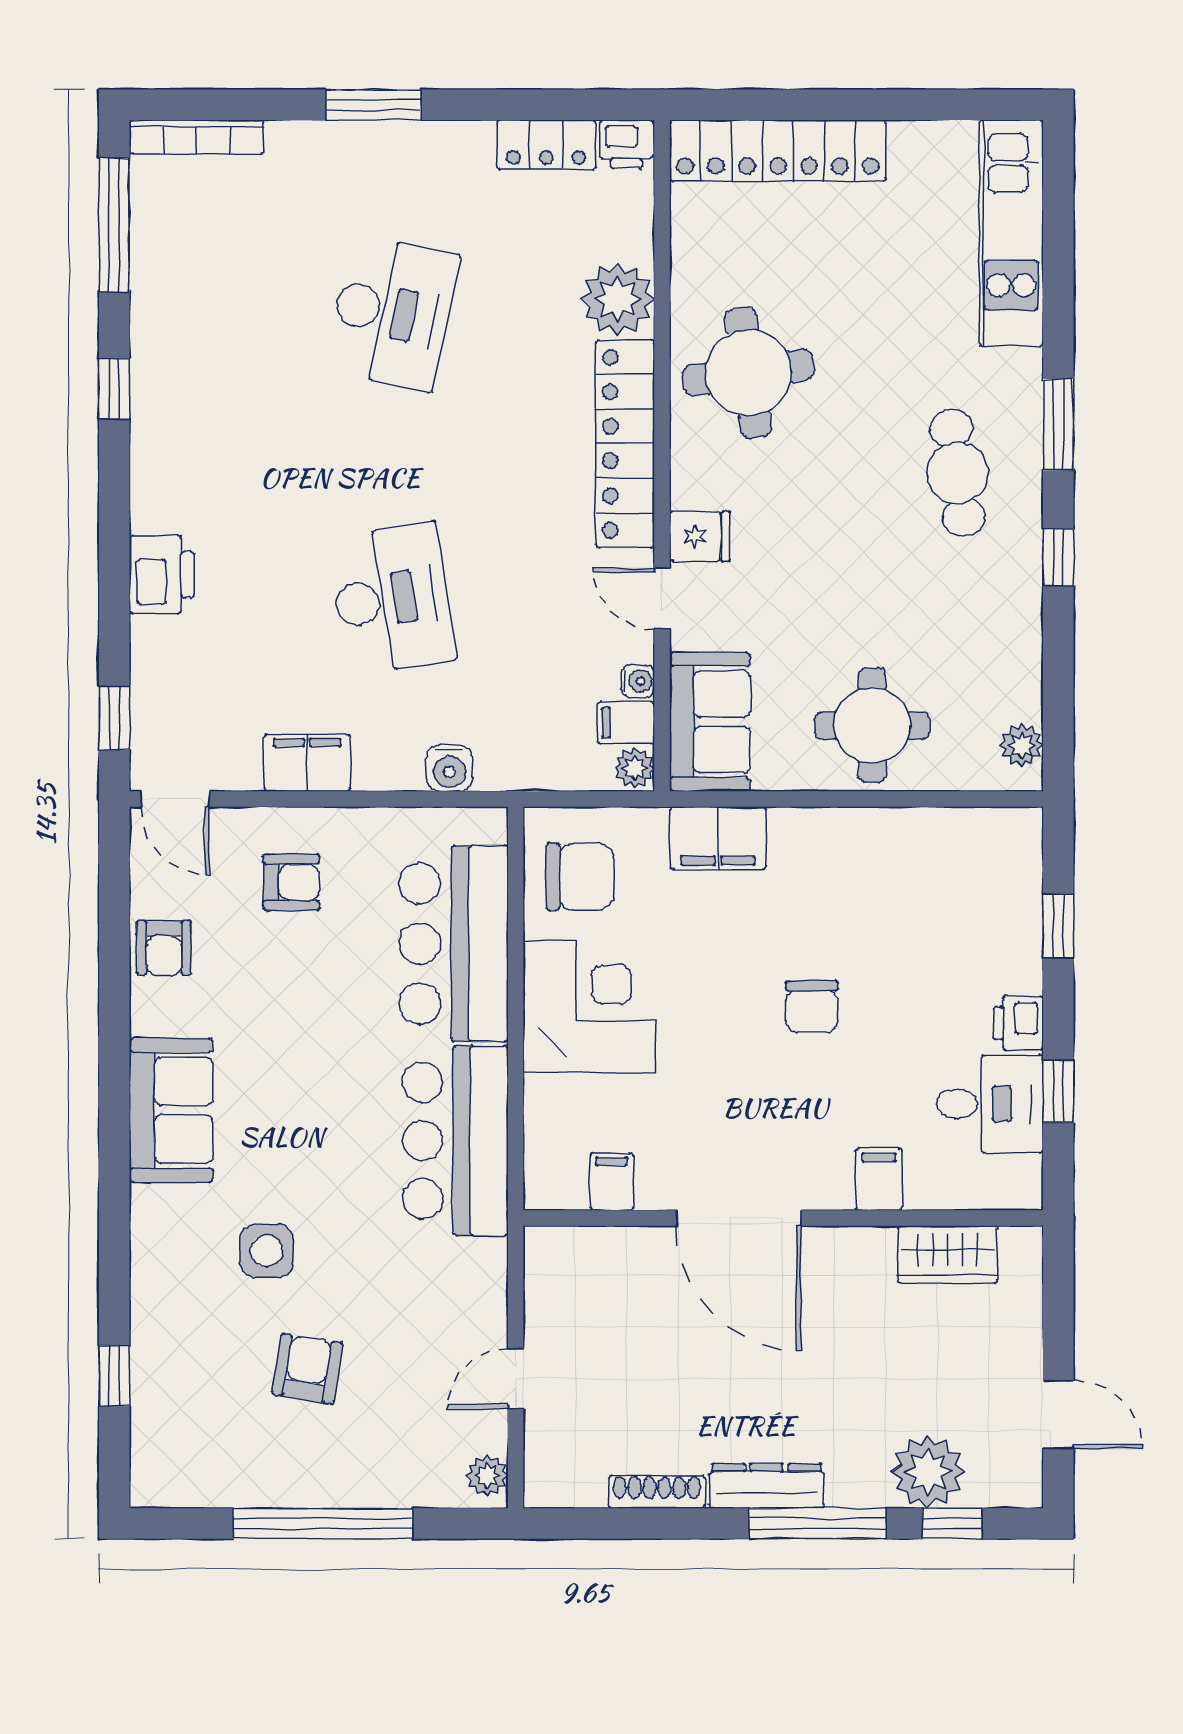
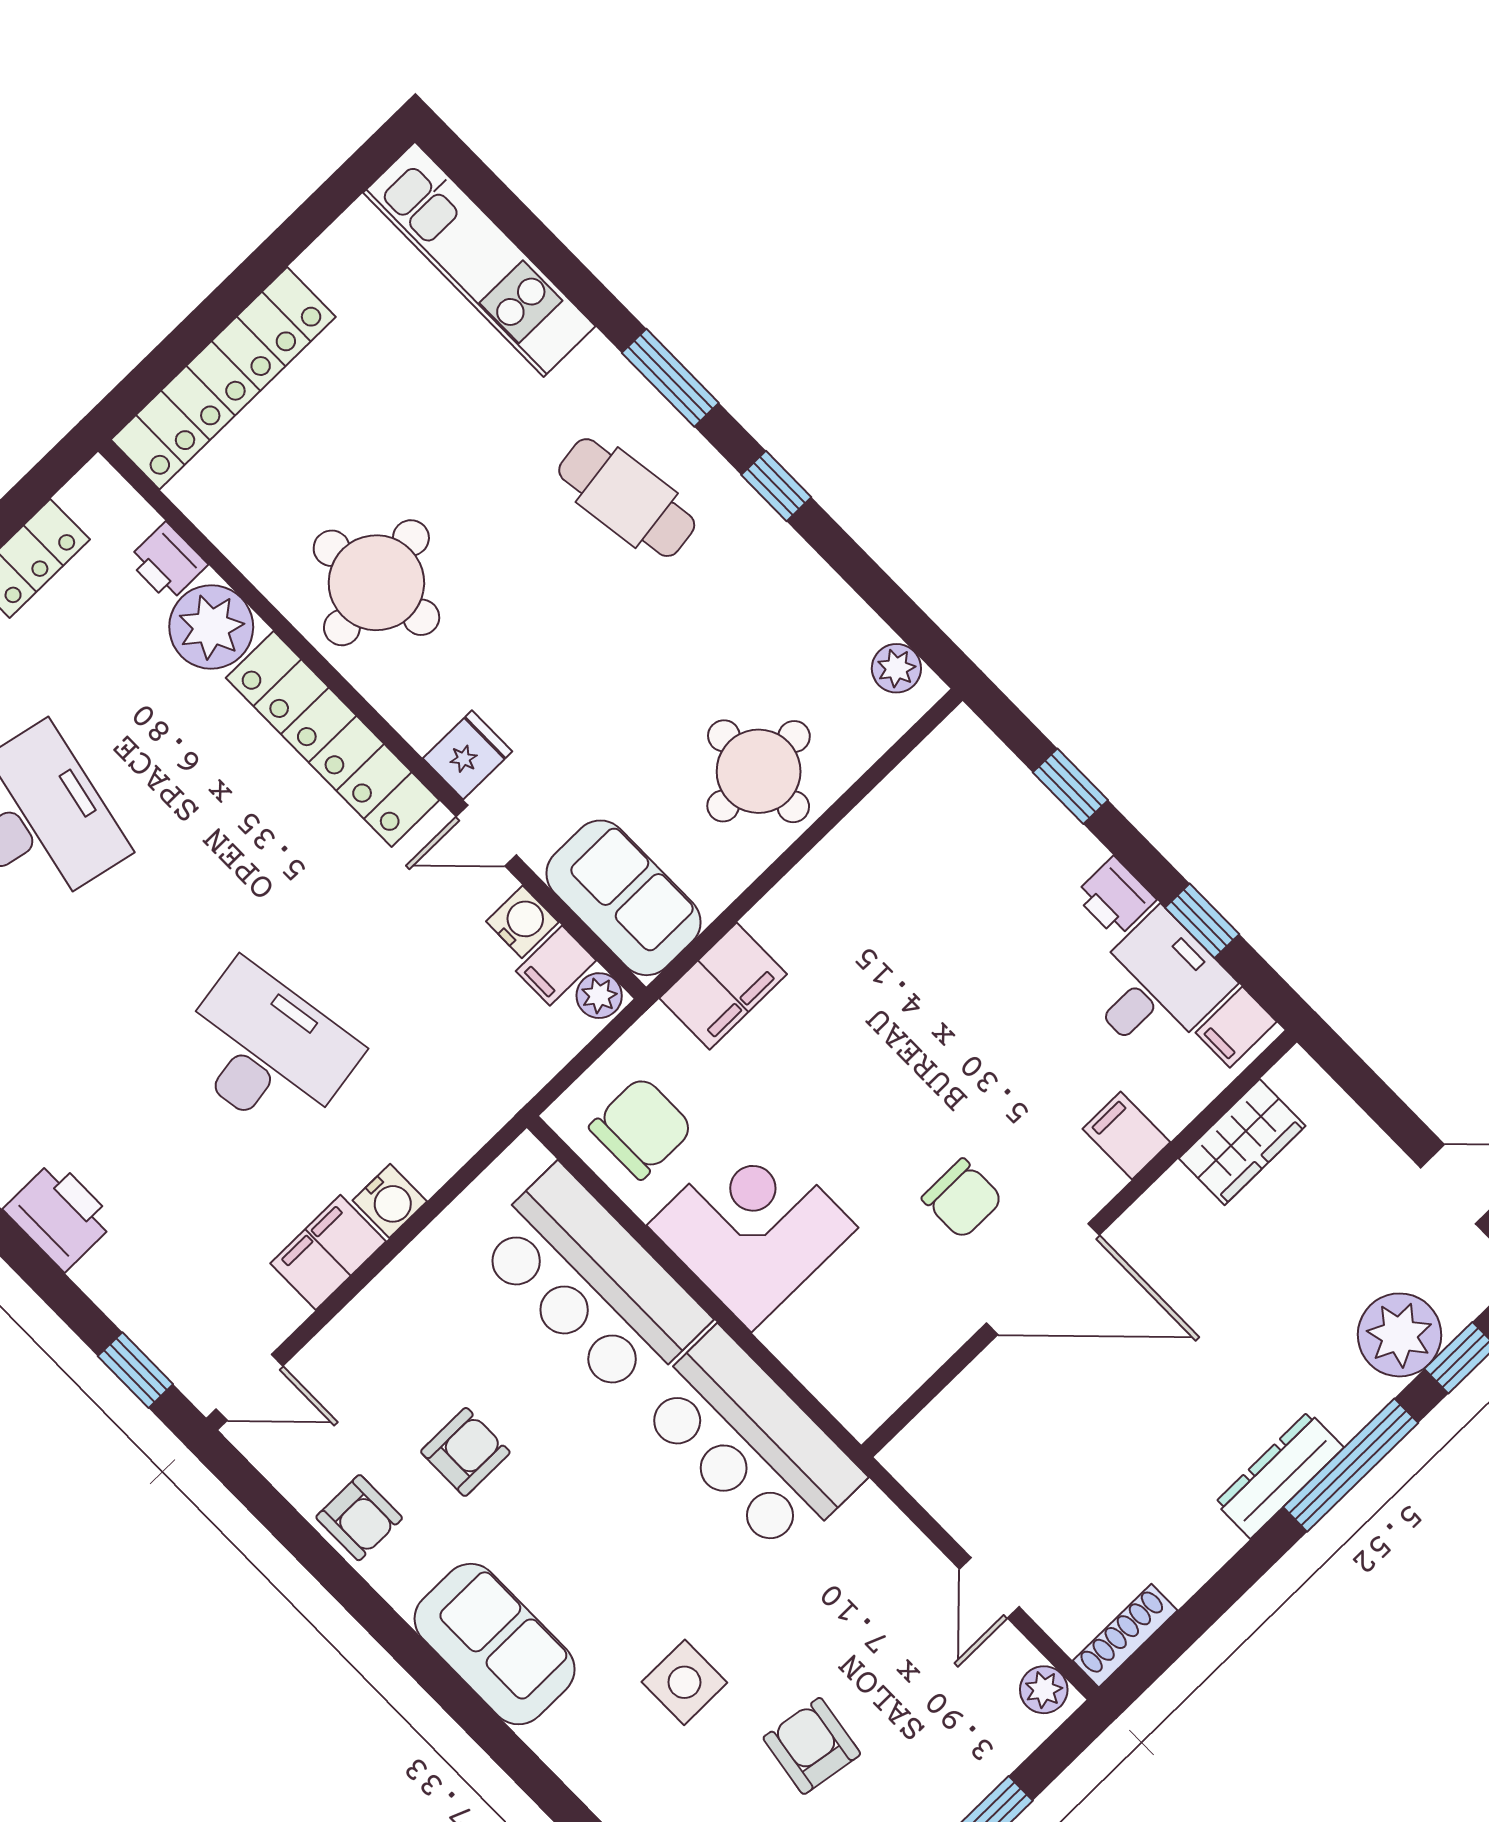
printer: (626, 144) -> (167, 562), moved, turned 90
water cooler: (638, 681) -> (522, 922), width x1.38, depth x1.38
water cooler: (449, 768) -> (390, 1201), moved
armchair: (291, 882) -> (465, 1452), moved
chair: (812, 1006) -> (962, 1199), moved
filing cabinet: (612, 1182) -> (1236, 1027), moved, turned -90
shoe rack: (657, 1492) -> (1125, 1636), moved

